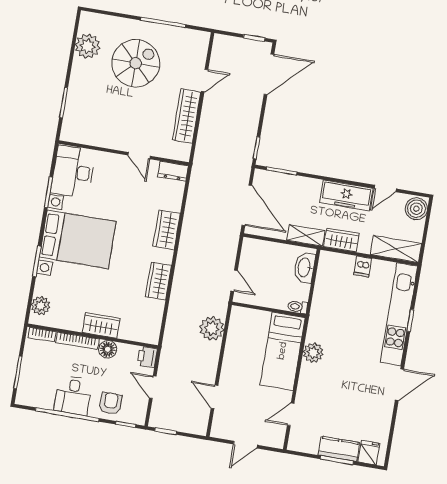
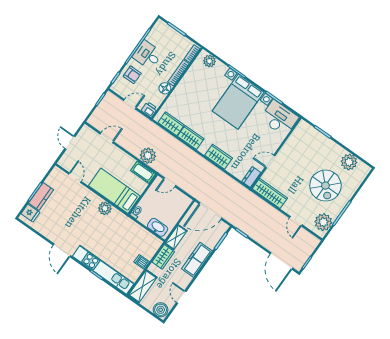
plant: (188, 42) -> (323, 222), added
wardrobe: (187, 116) -> (270, 193), moved
freezer: (346, 195) -> (197, 260), moved
cot: (238, 324) -> (143, 172), added
wardrobe: (101, 325) -> (171, 124), moved, turned -90

